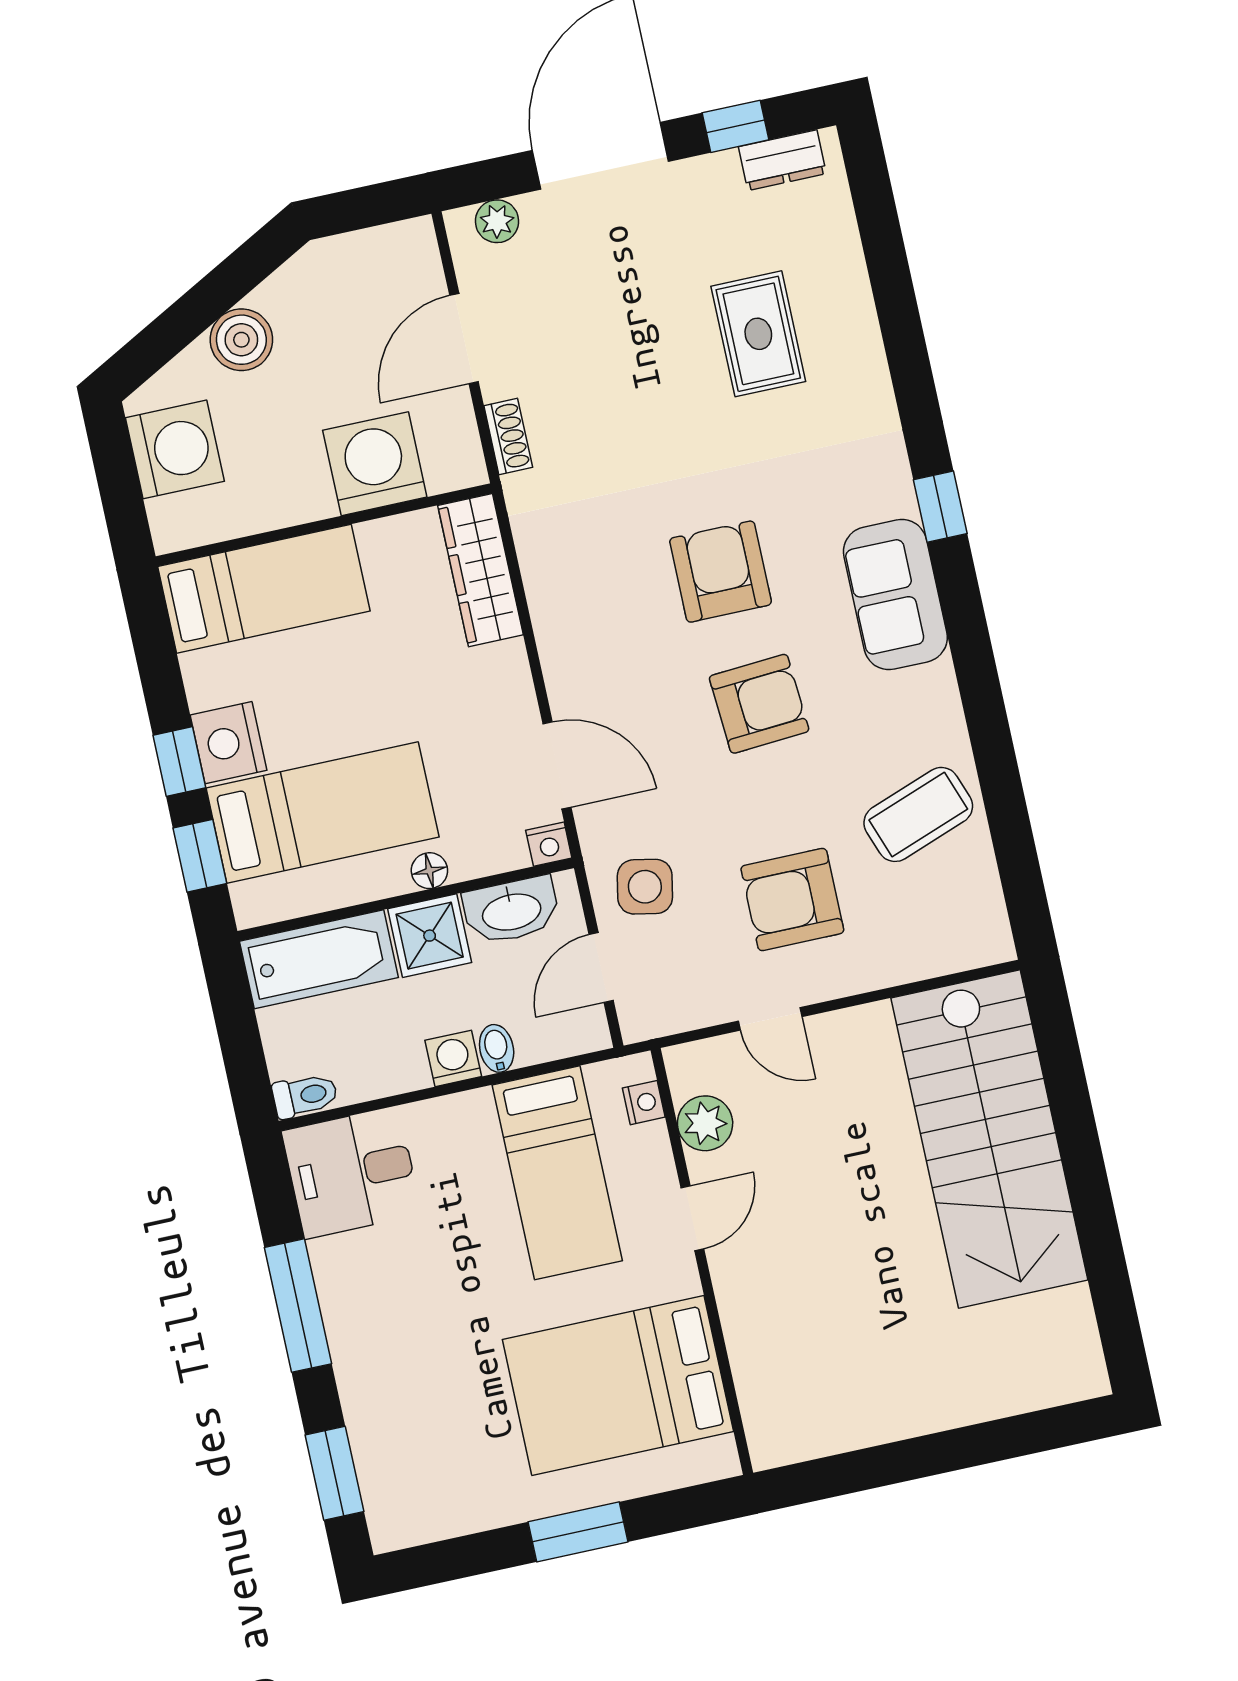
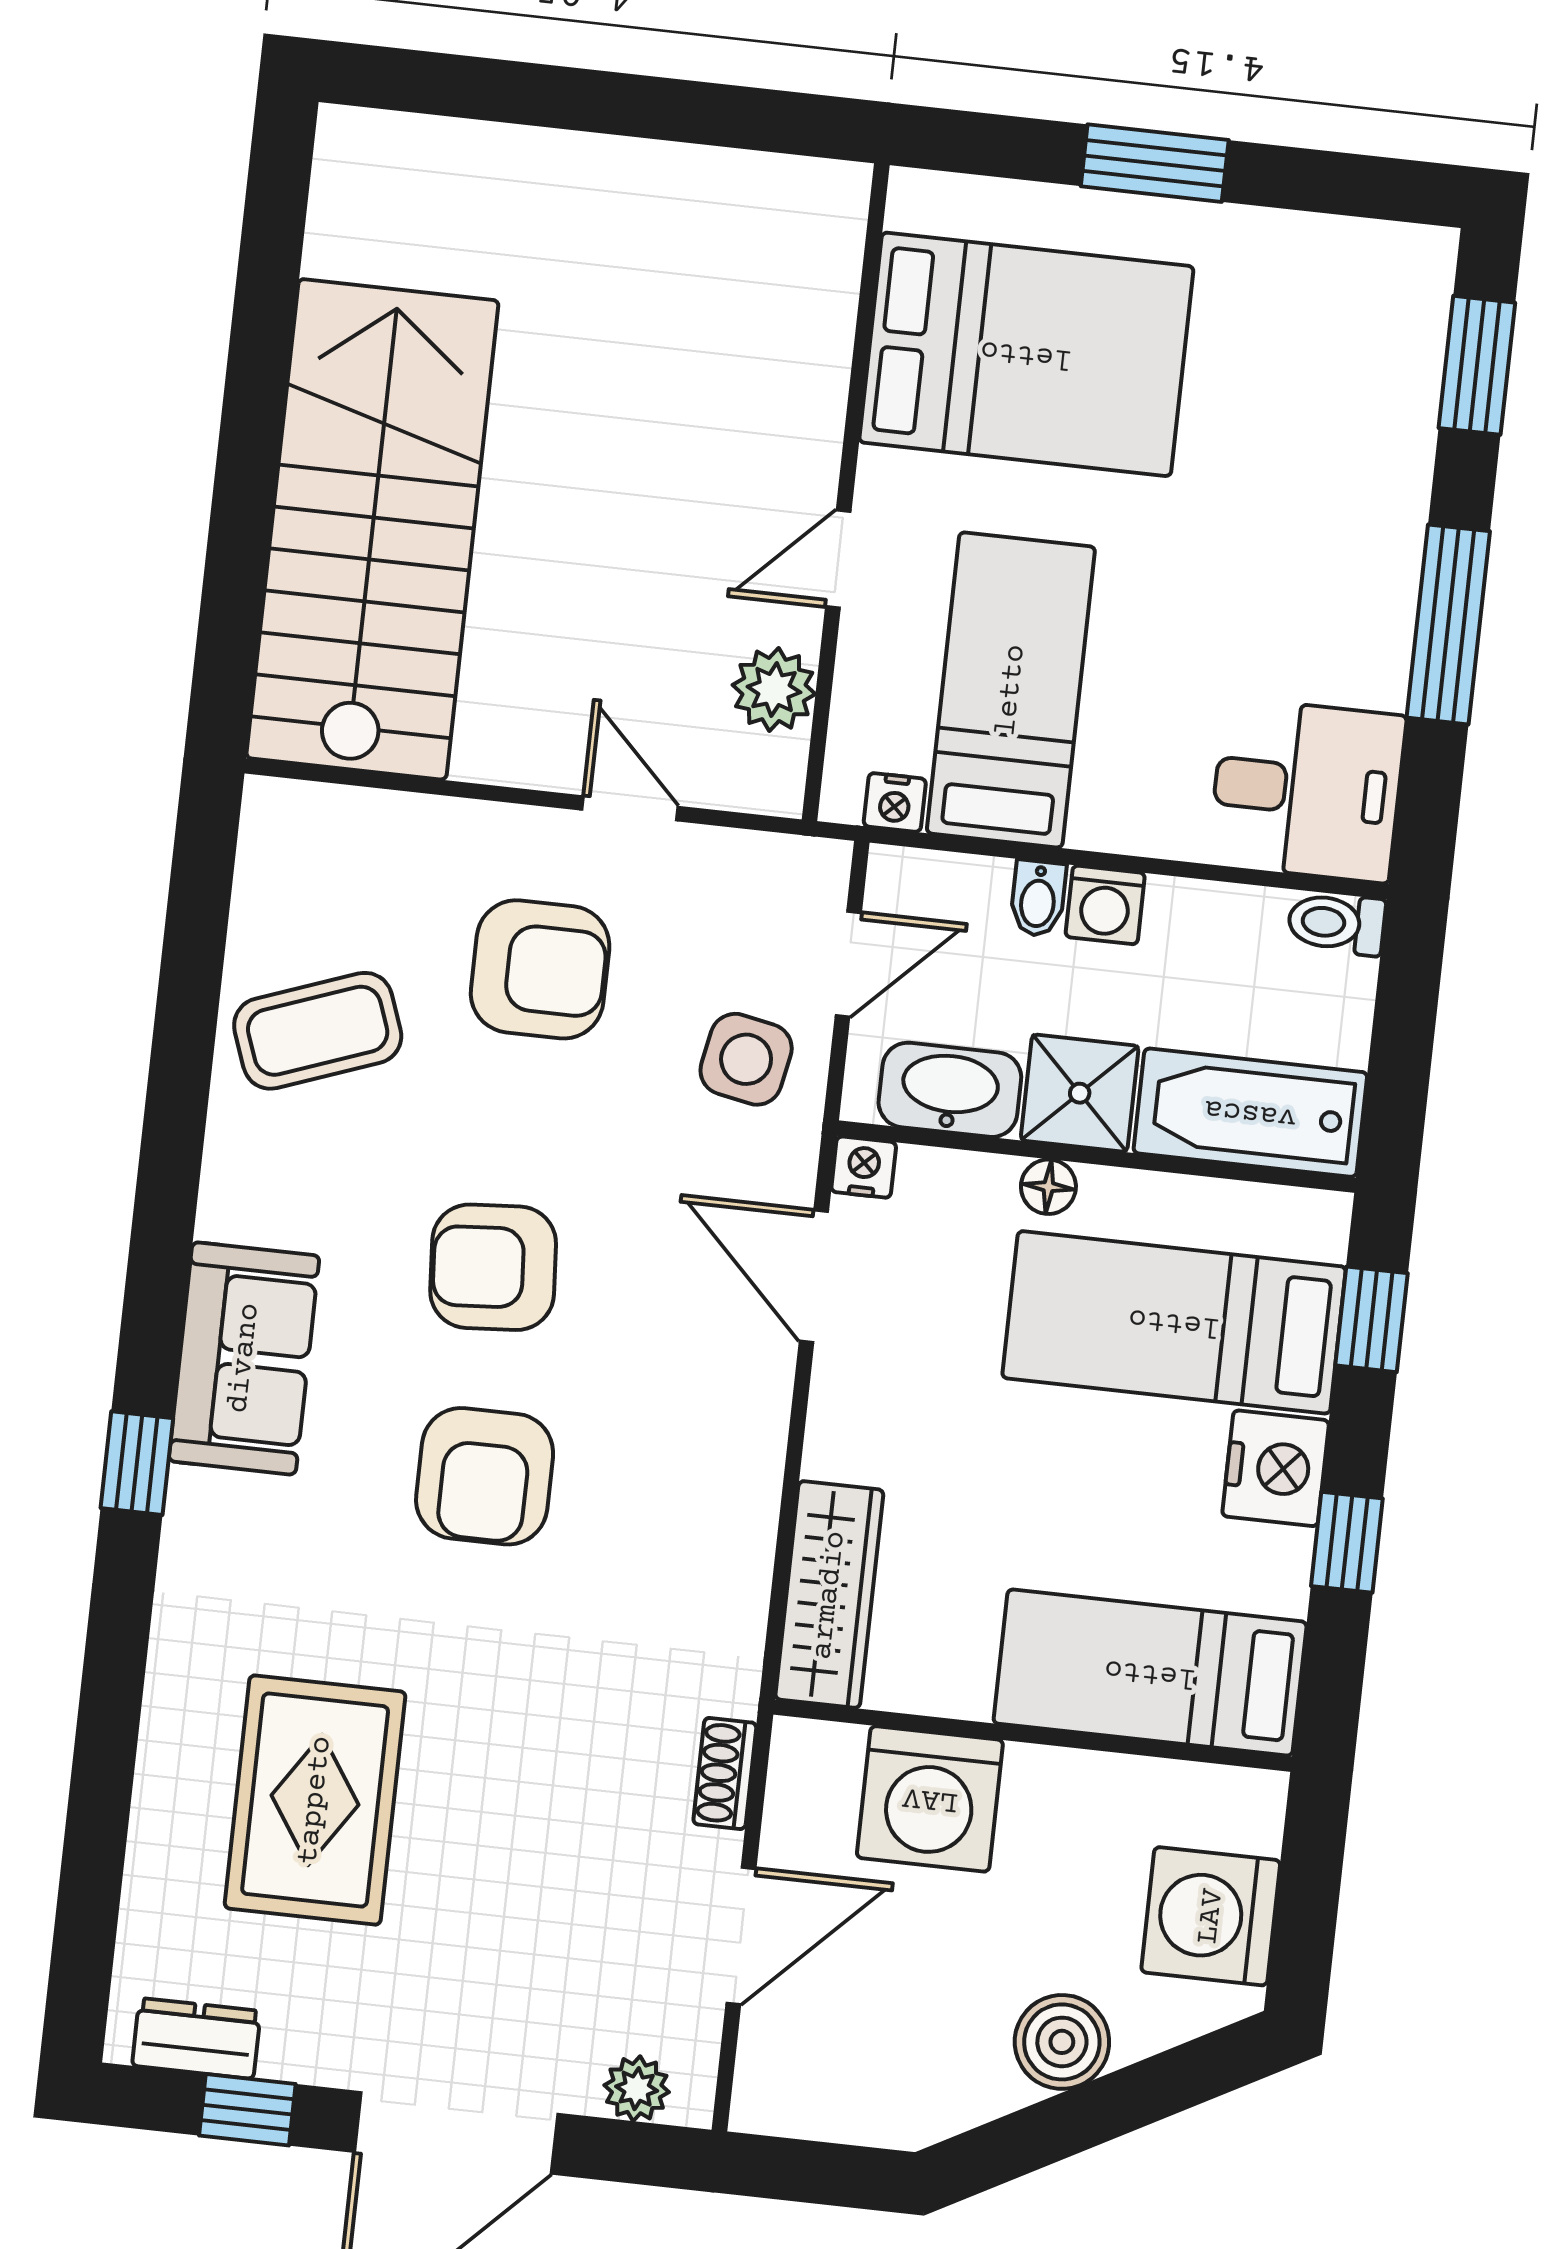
rug: (758, 334) -> (315, 1800), width x1.36, depth x1.43
window: (179, 761) -> (1347, 1542), moved
nightstand: (644, 1103) -> (895, 802), moved, turned -90

